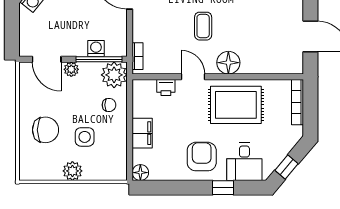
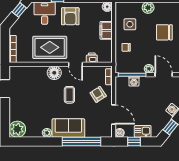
armchair: (156, 27) -> (98, 94), added
plant: (114, 75) -> (123, 65), removed
side table: (85, 137) -> (130, 24), moved

